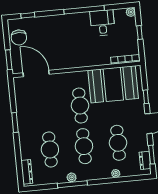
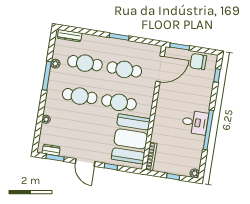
desk: (102, 23) -> (195, 122), moved
cafe table: (118, 143) -> (124, 69), moved
plant: (72, 177) -> (55, 64), moved

